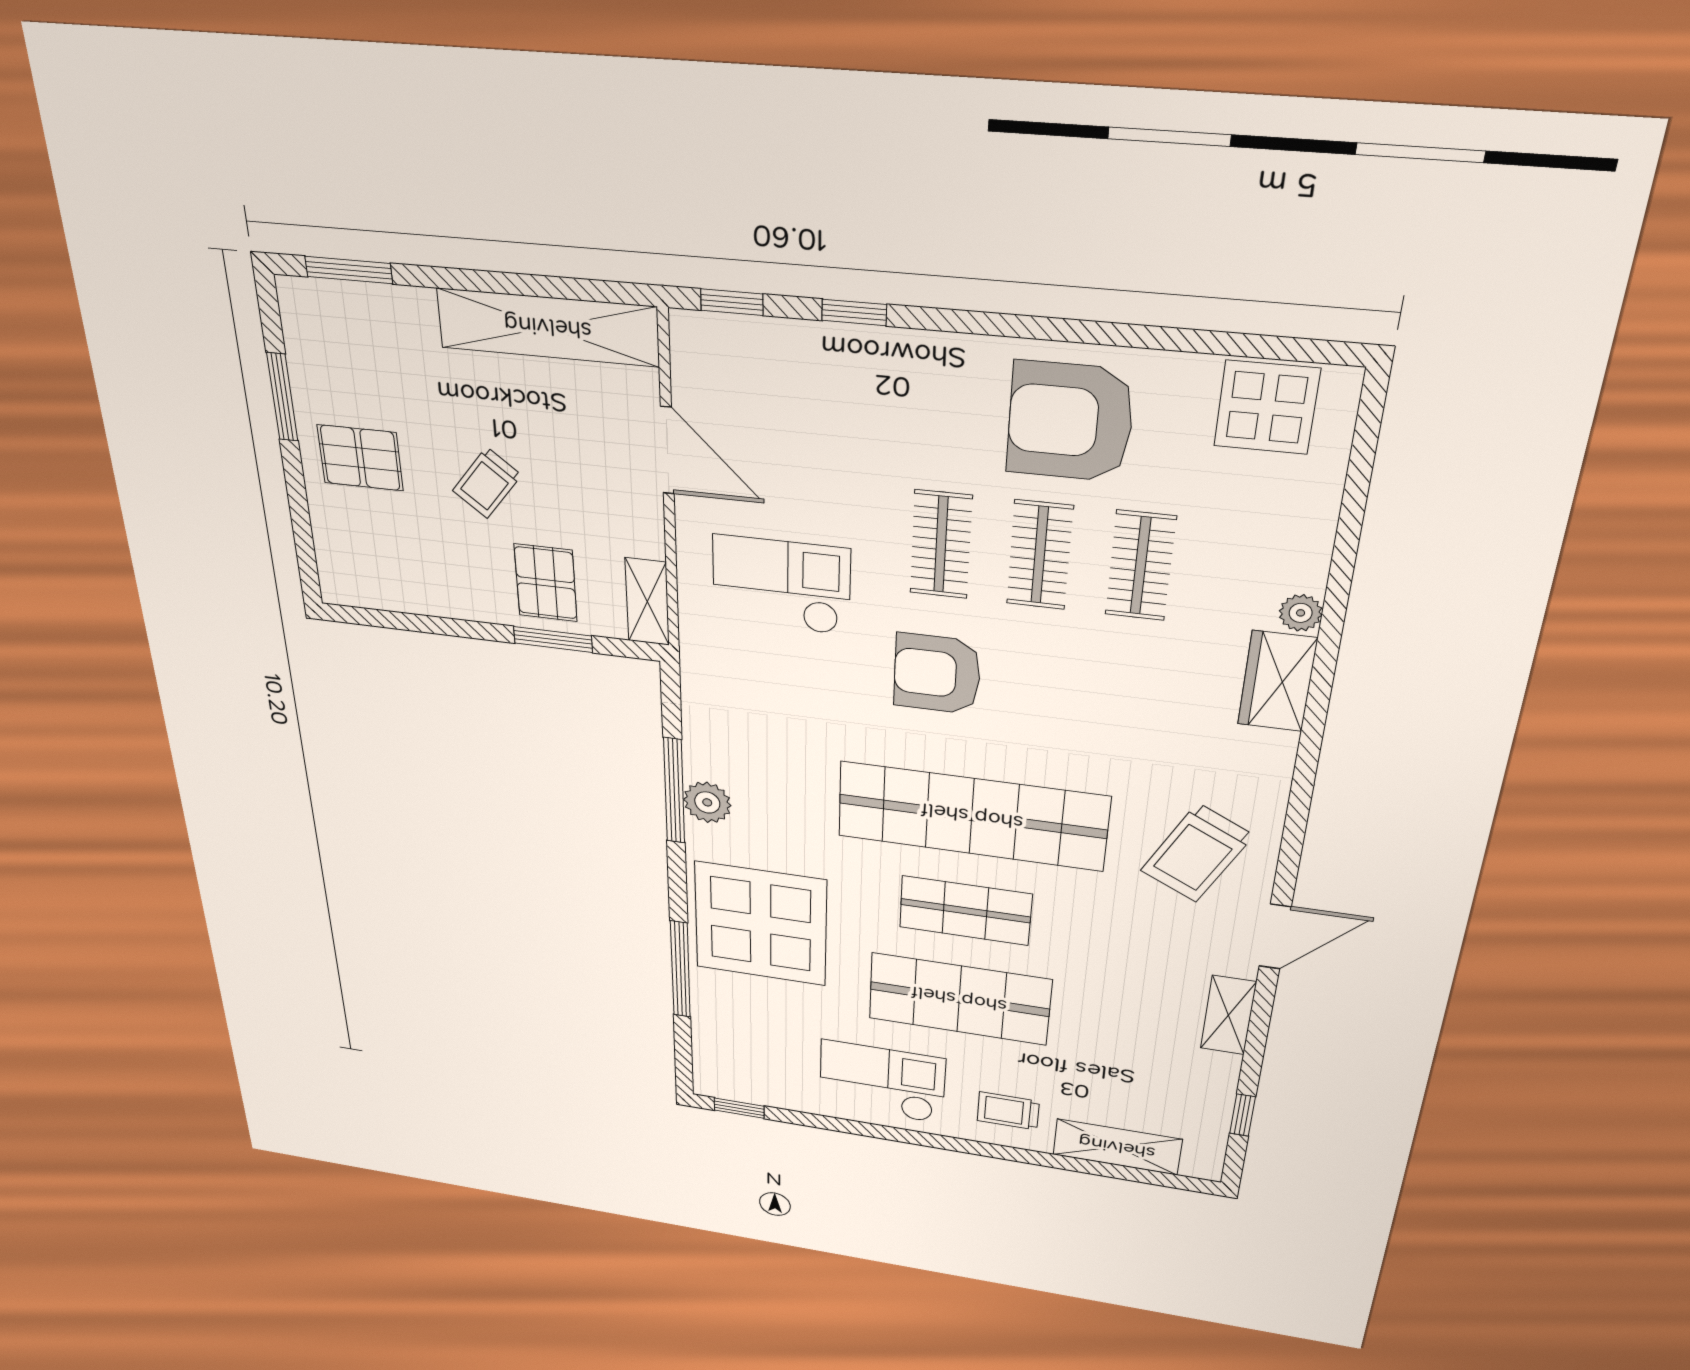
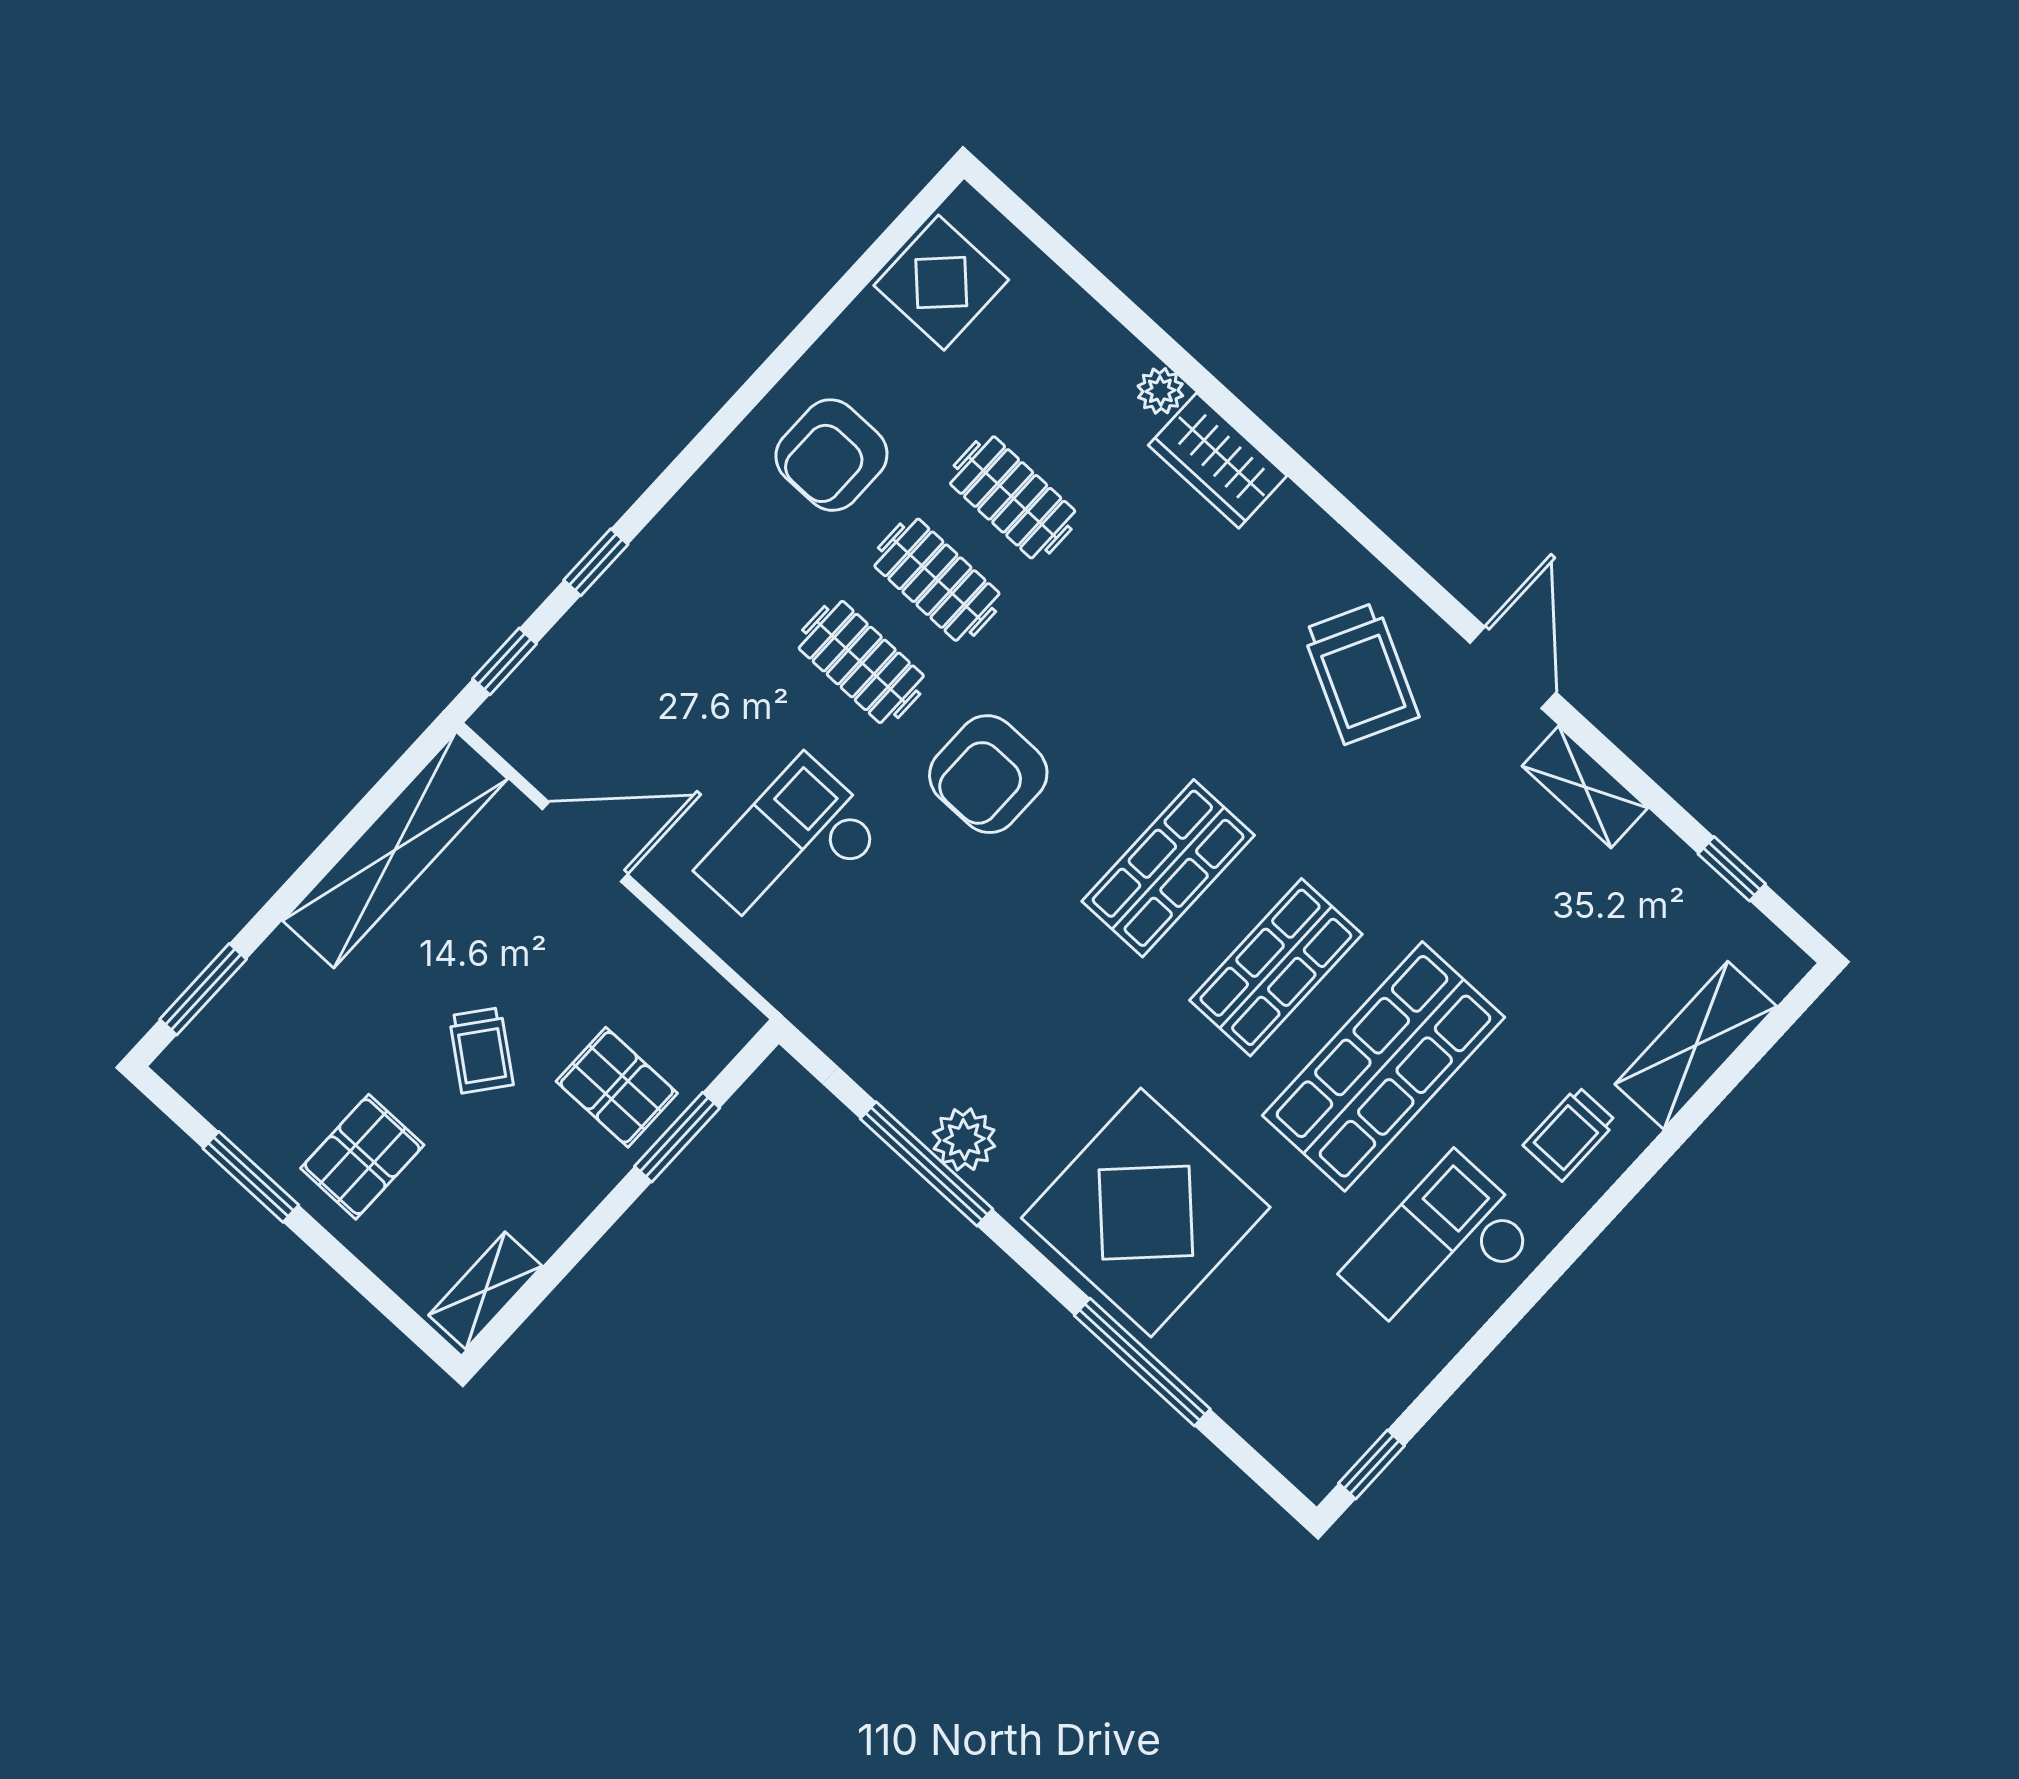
armchair: (1070, 422) -> (831, 455), width x0.73, depth x0.73
shelving: (647, 602) -> (485, 1291), moved, turned 90
shop shelf: (972, 816) -> (1168, 868), width x0.50, depth x0.74

